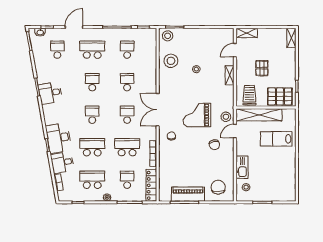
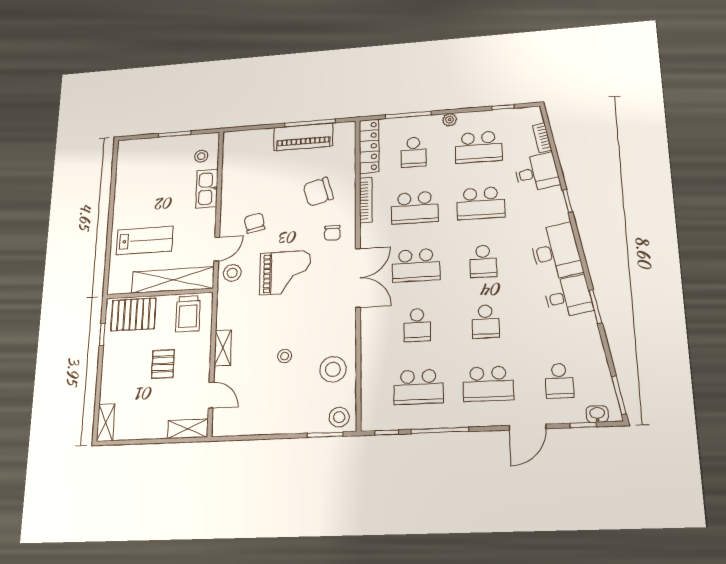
school desk: (127, 50) -> (418, 387), width x1.85
door: (235, 50) -> (211, 395), hinge flipped
school desk: (127, 115) -> (416, 265), width x1.85
desk: (59, 138) -> (556, 252), moved
chair: (218, 187) -> (318, 192), moved, turned 74

